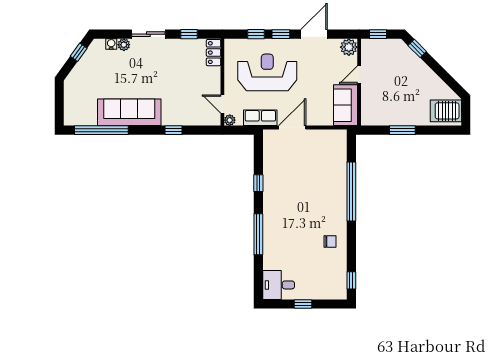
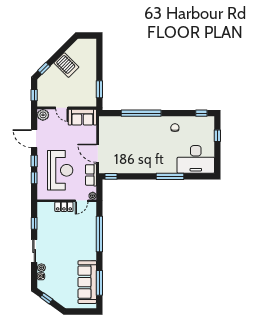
locker: (214, 53) -> (64, 207), moved
reception desk: (267, 72) -> (60, 170), turned 180
server rack: (446, 111) -> (66, 65), moved, turned -45
sofa: (129, 112) -> (87, 282), moved
window: (101, 130) -> (99, 283), width x0.68
window: (173, 130) -> (99, 234), width x3.17
window: (402, 130) -> (99, 89), moved
window: (258, 183) -> (111, 176), moved
desk: (279, 285) -> (196, 159), width x1.87, depth x1.30
window: (303, 304) -> (217, 136), moved

